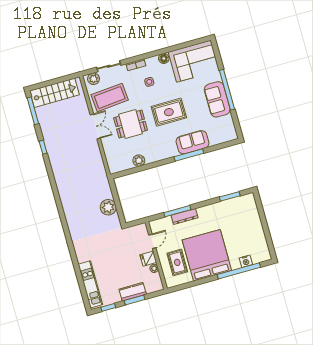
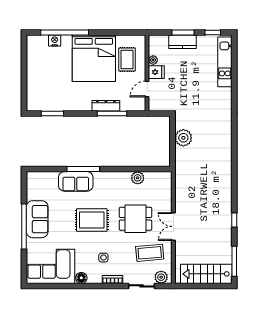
coffee table: (110, 97) -> (150, 253), width x0.73, depth x0.76

